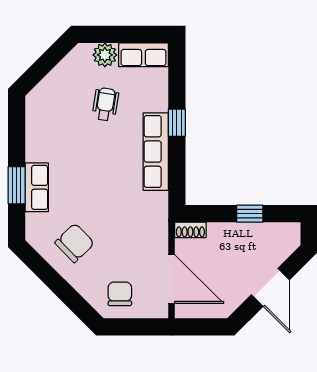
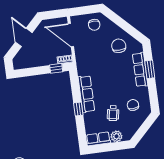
chair: (62, 116) -> (133, 105), added
row of seats: (37, 187) -> (140, 70), width x1.48
window: (250, 214) -> (56, 68), moved
chair: (75, 243) -> (119, 46), turned 134

